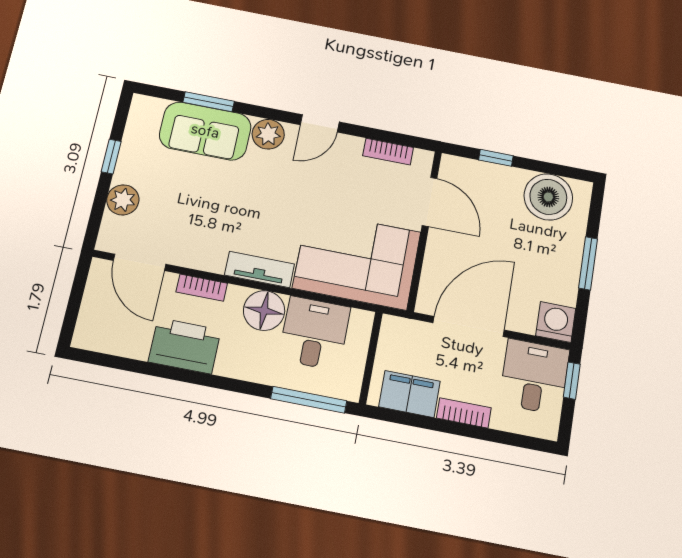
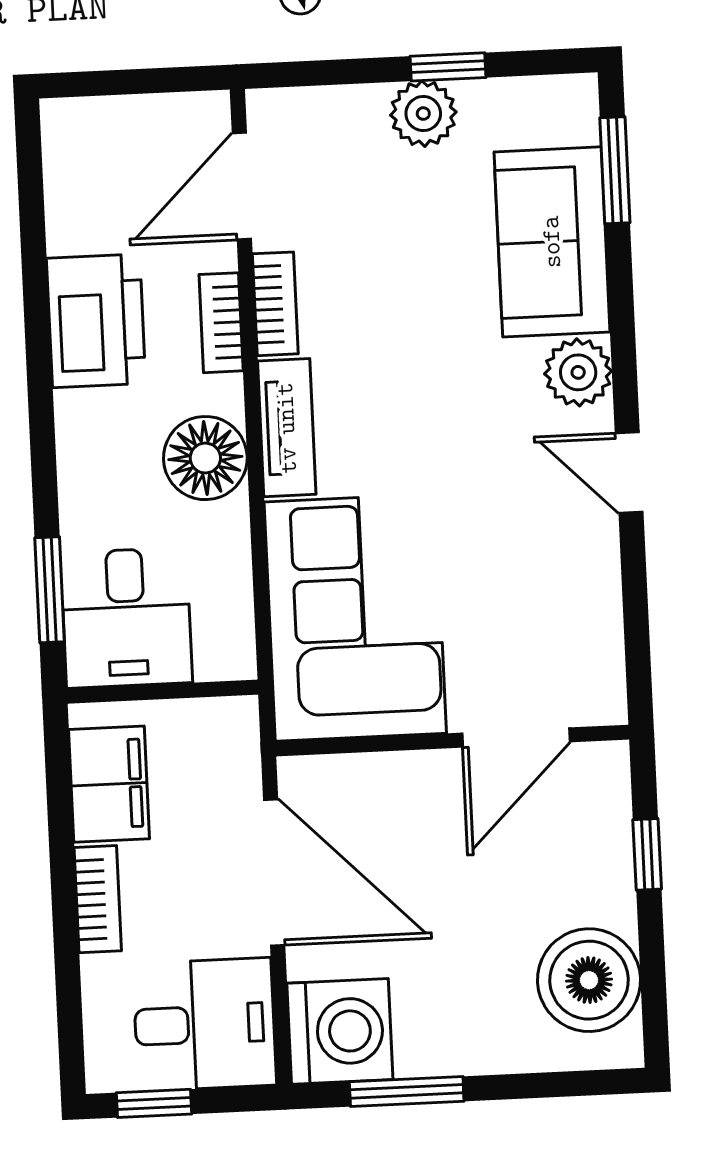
window: (209, 102) -> (615, 170), moved
bookcase: (388, 152) -> (275, 304), moved, turned 180
plant: (123, 200) -> (423, 114), moved
window: (588, 263) -> (407, 1091), moved
washing machine: (556, 322) -> (340, 1031), width x1.37, depth x1.37
desk: (314, 333) -> (126, 618), moved, turned 90
window: (572, 381) -> (154, 1103), moved
window: (309, 400) -> (50, 590), width x0.69

